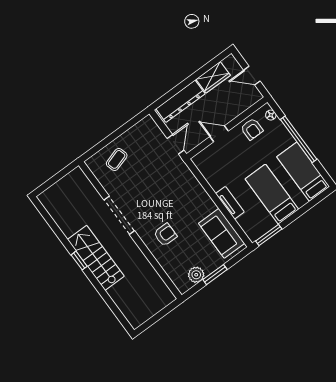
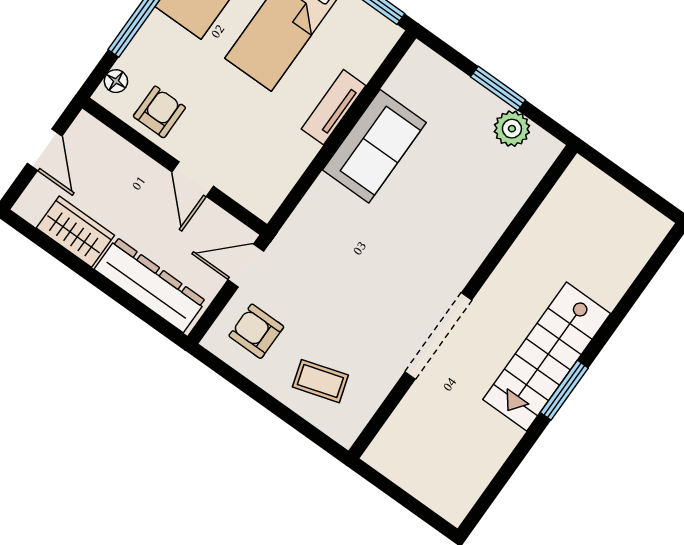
sofa: (222, 233) -> (374, 146), moved
armchair: (165, 235) -> (256, 331), moved
window: (79, 261) -> (564, 390), width x1.50

